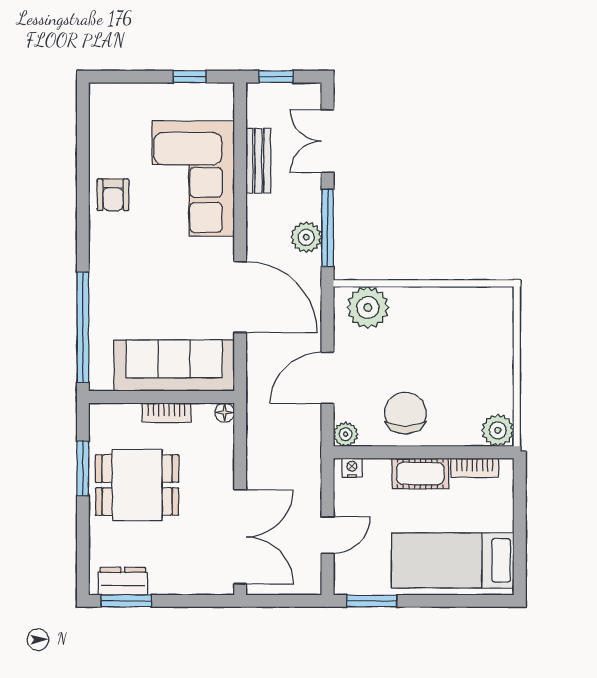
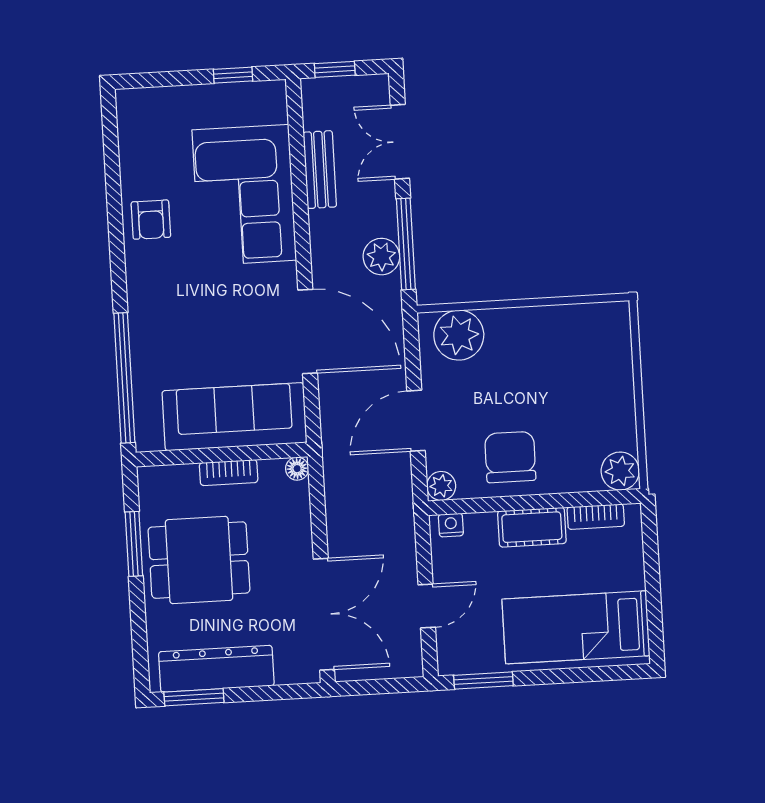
dresser: (123, 581) -> (216, 669), width x1.96, depth x1.24

